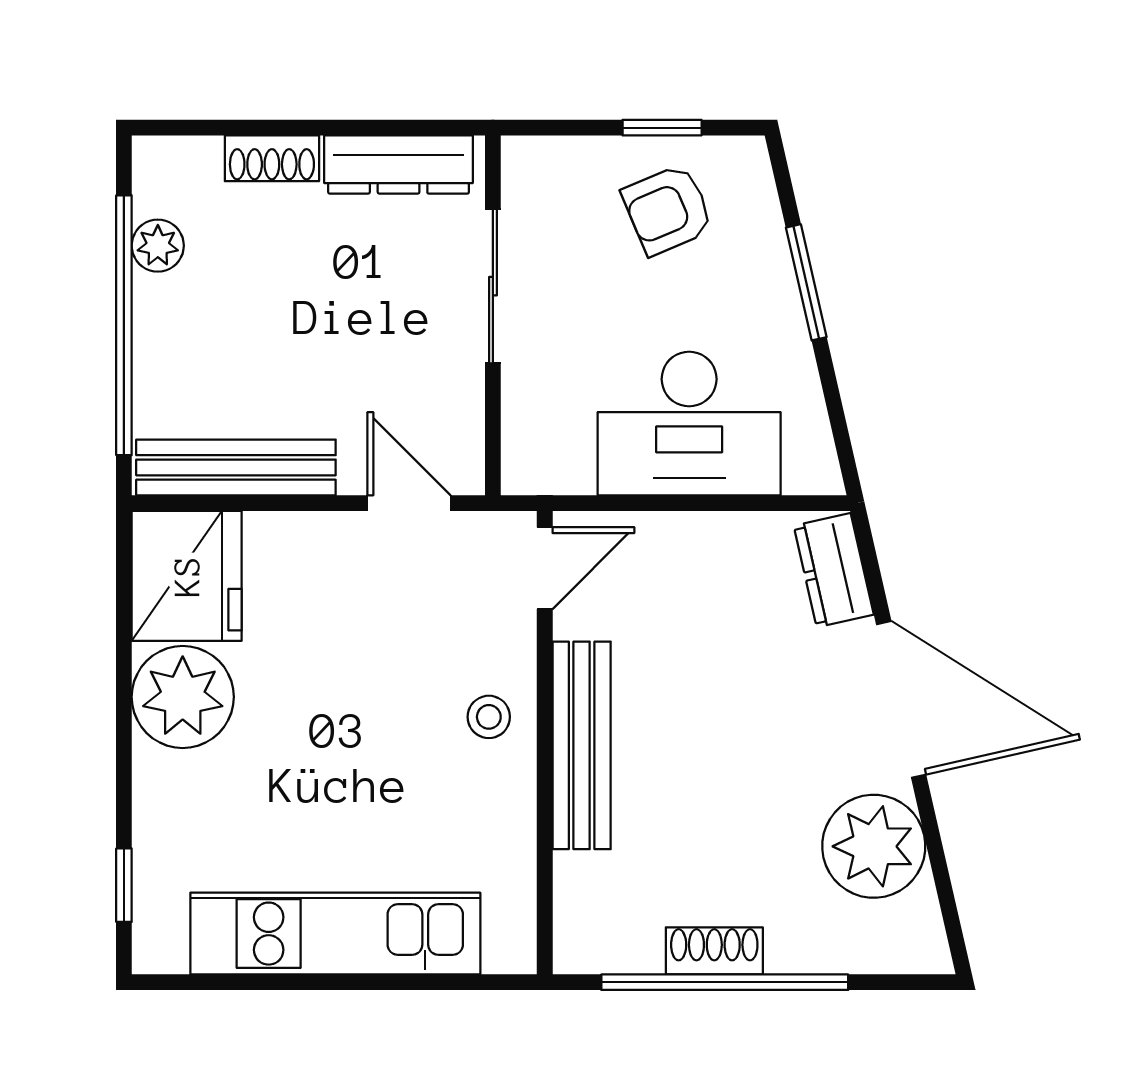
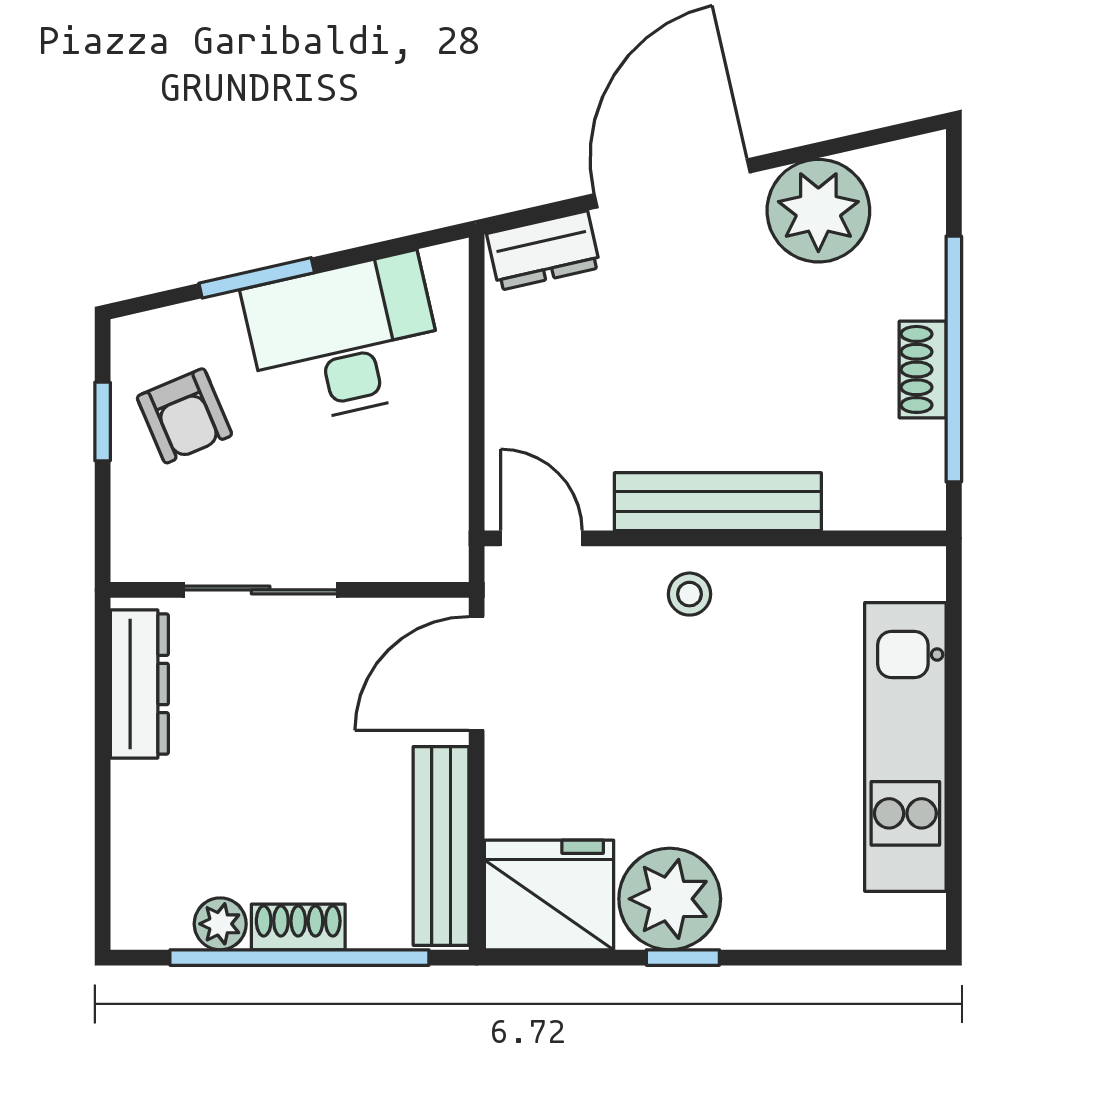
shoe rack: (272, 158) -> (298, 927), moved, turned -90
desk: (689, 424) -> (344, 339), moved, turned -103
door: (409, 503) -> (477, 673), width x1.38
window: (124, 885) -> (683, 958), moved

